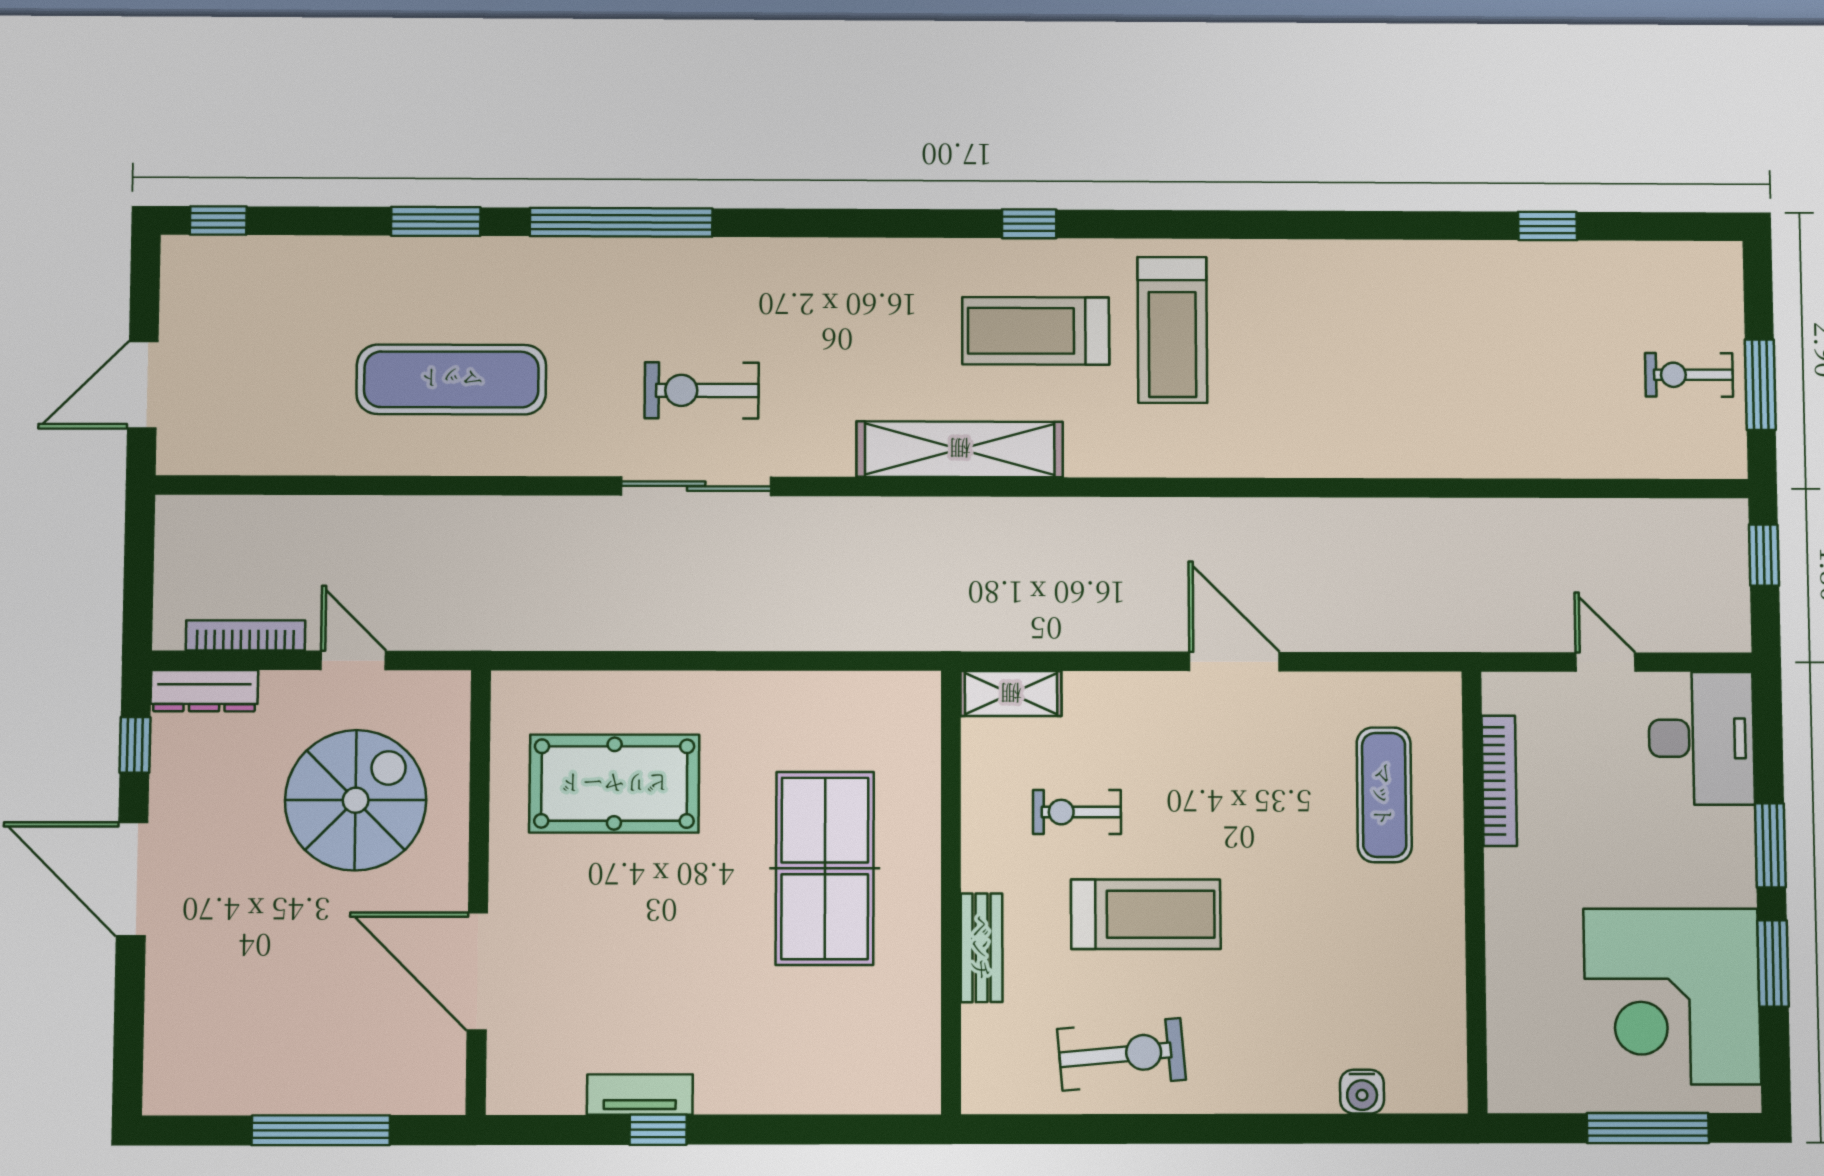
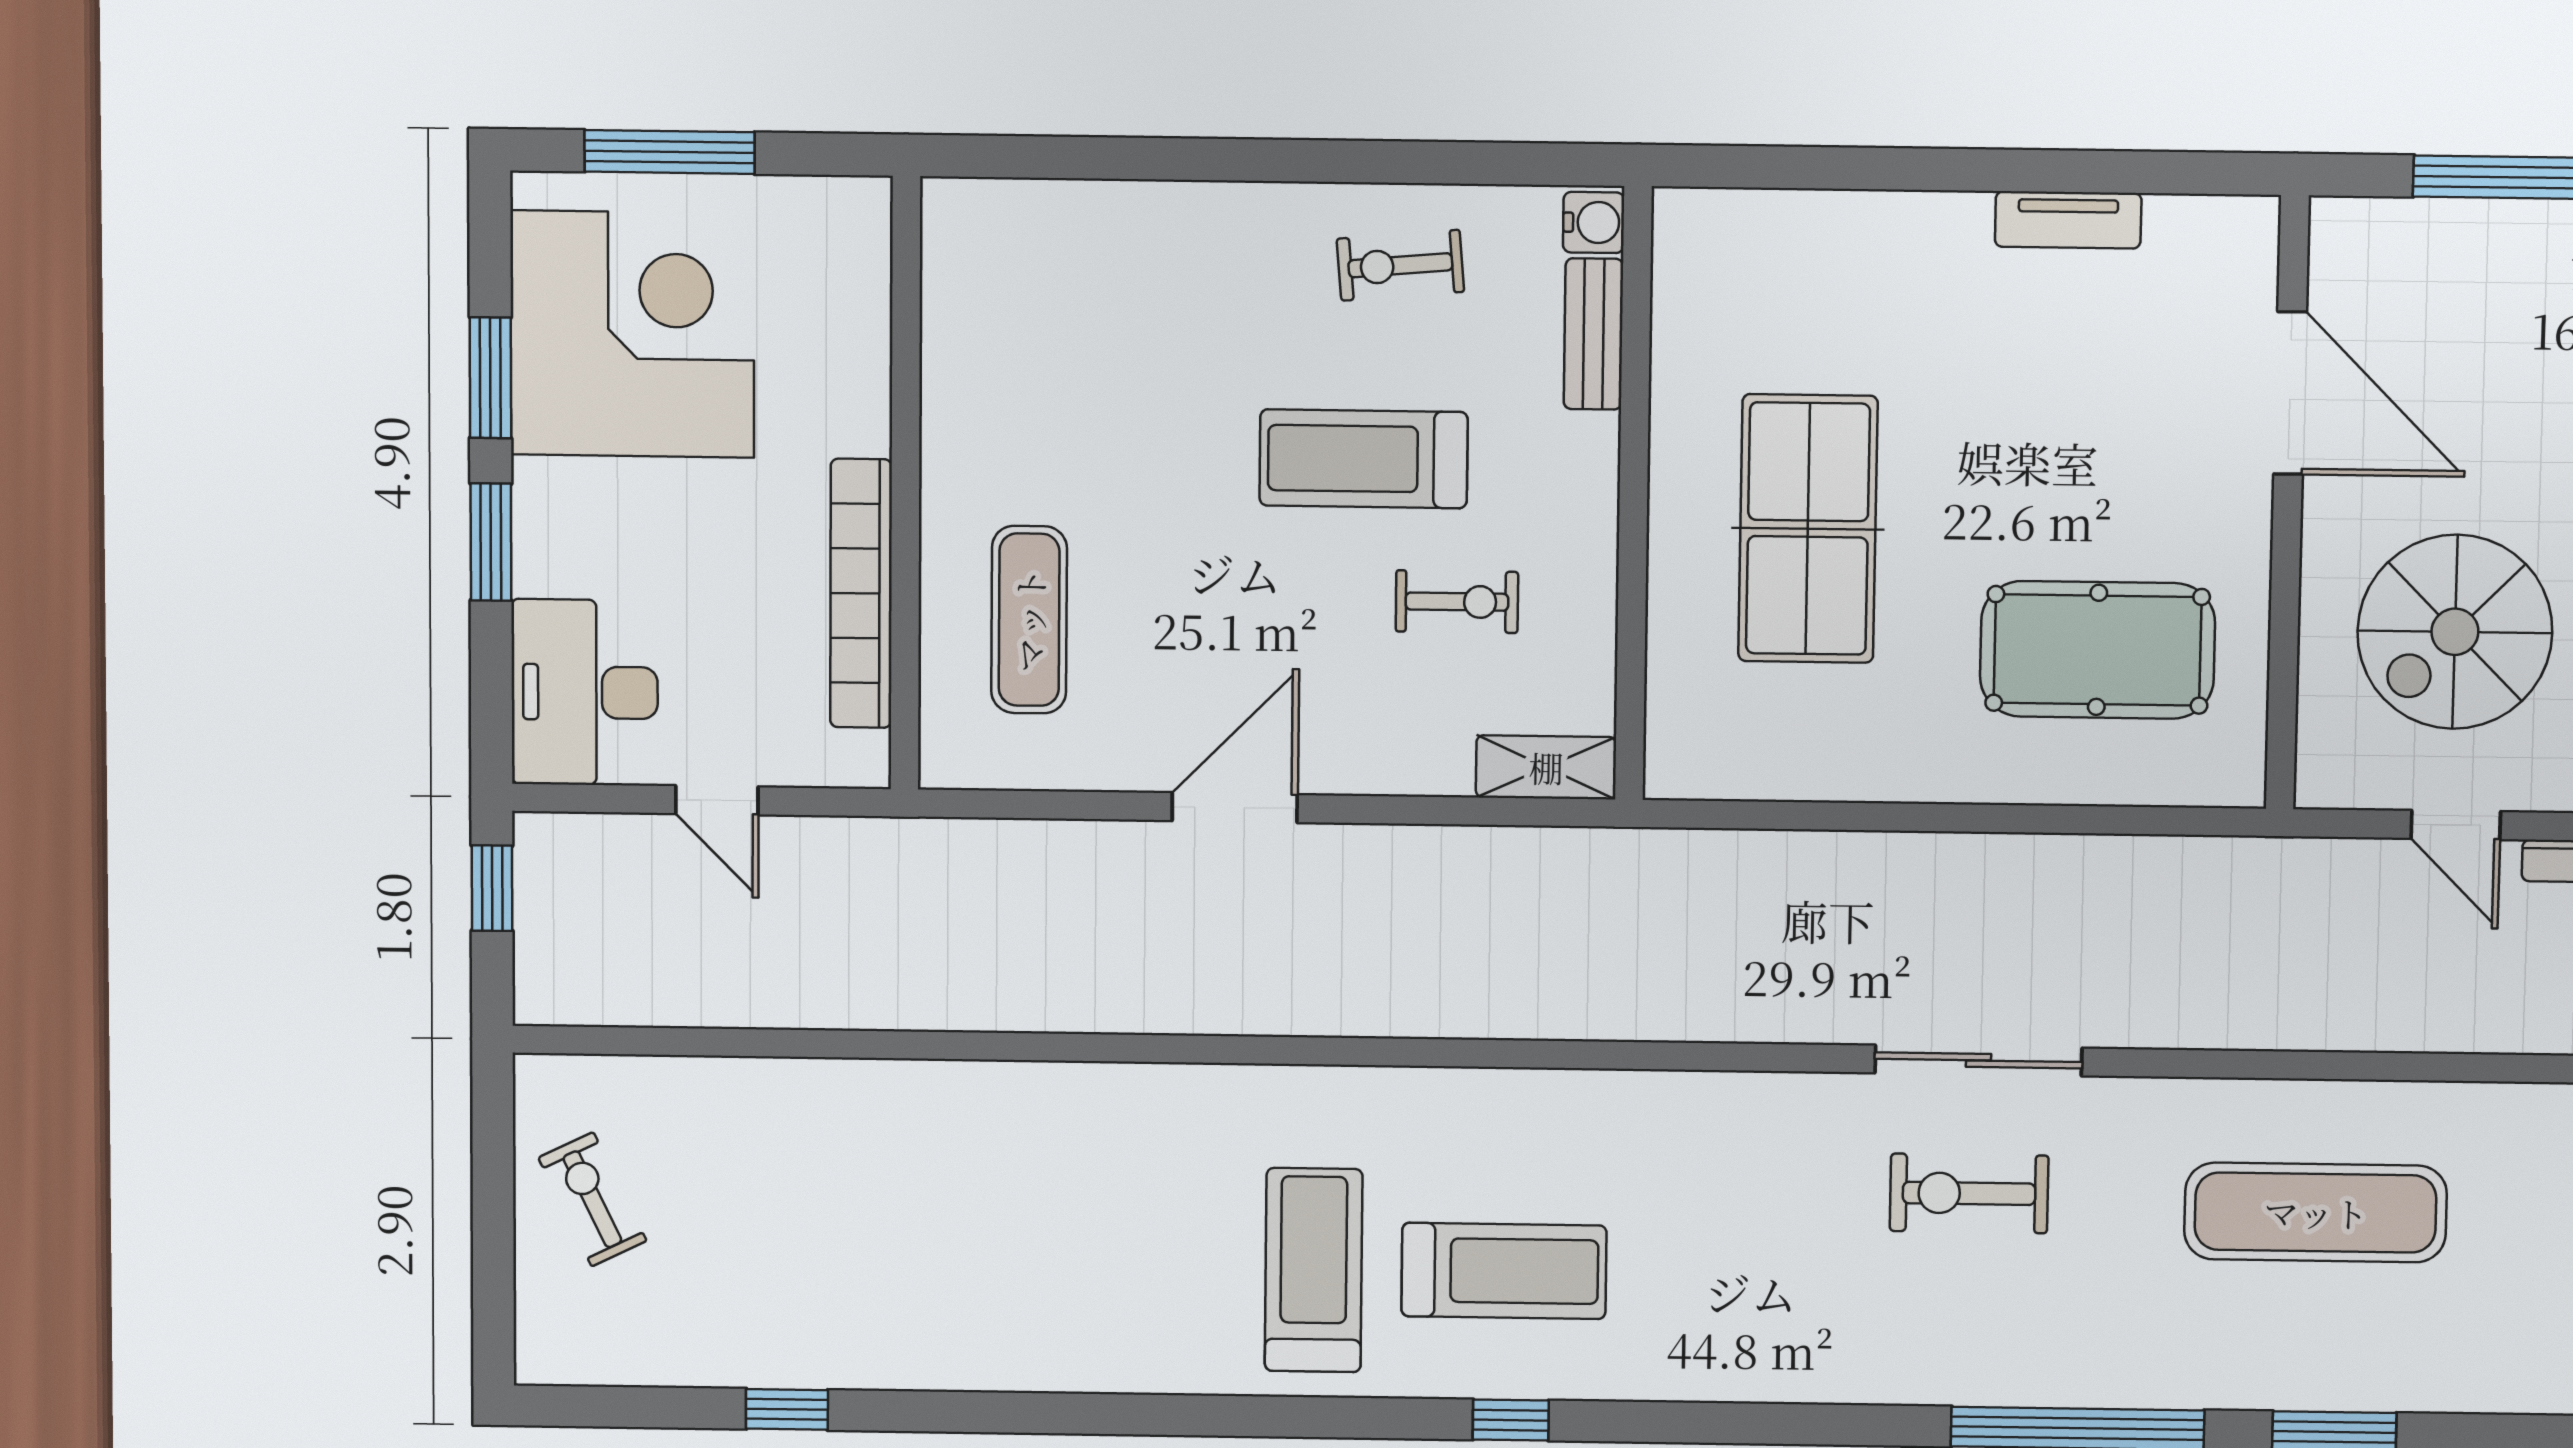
exercise bike: (1689, 375) -> (592, 1199), turned -116
window: (1760, 385) -> (493, 1184), removed
exercise bike: (702, 390) -> (1969, 1193), turned 180
shelving: (960, 449) -> (1612, 1107), removed
window: (1764, 555) -> (492, 888), moved
door: (1234, 662) -> (1235, 808), swing flipped
bookcase: (1499, 781) -> (861, 593), width x1.48, depth x1.31
bench: (982, 948) -> (1593, 334), moved
exercise bike: (1121, 1054) -> (1400, 265), width x0.73, depth x0.72
water cooler: (1362, 1092) -> (1594, 222), moved, turned 90
window: (658, 1130) -> (2043, 171), removed

